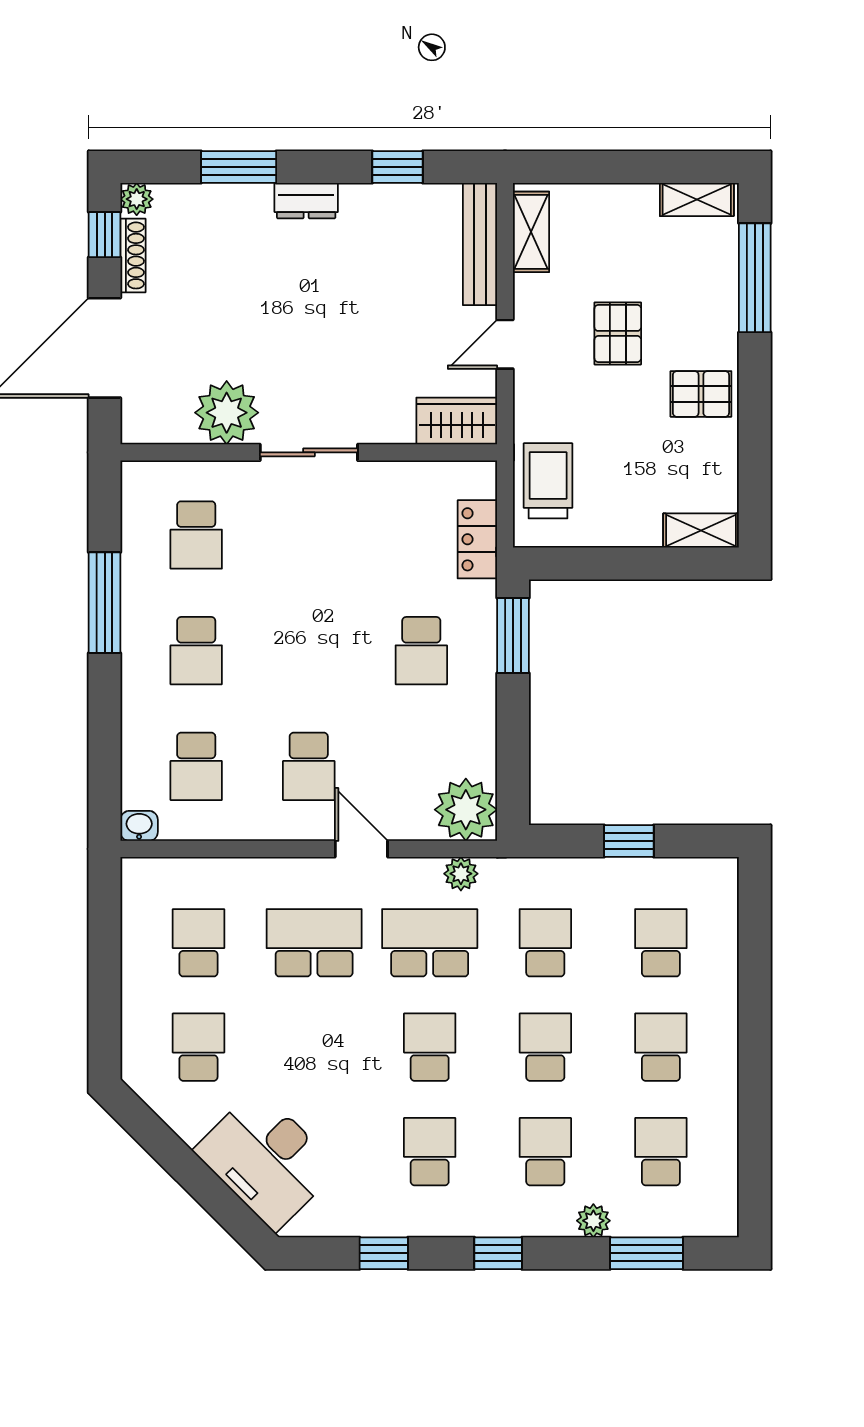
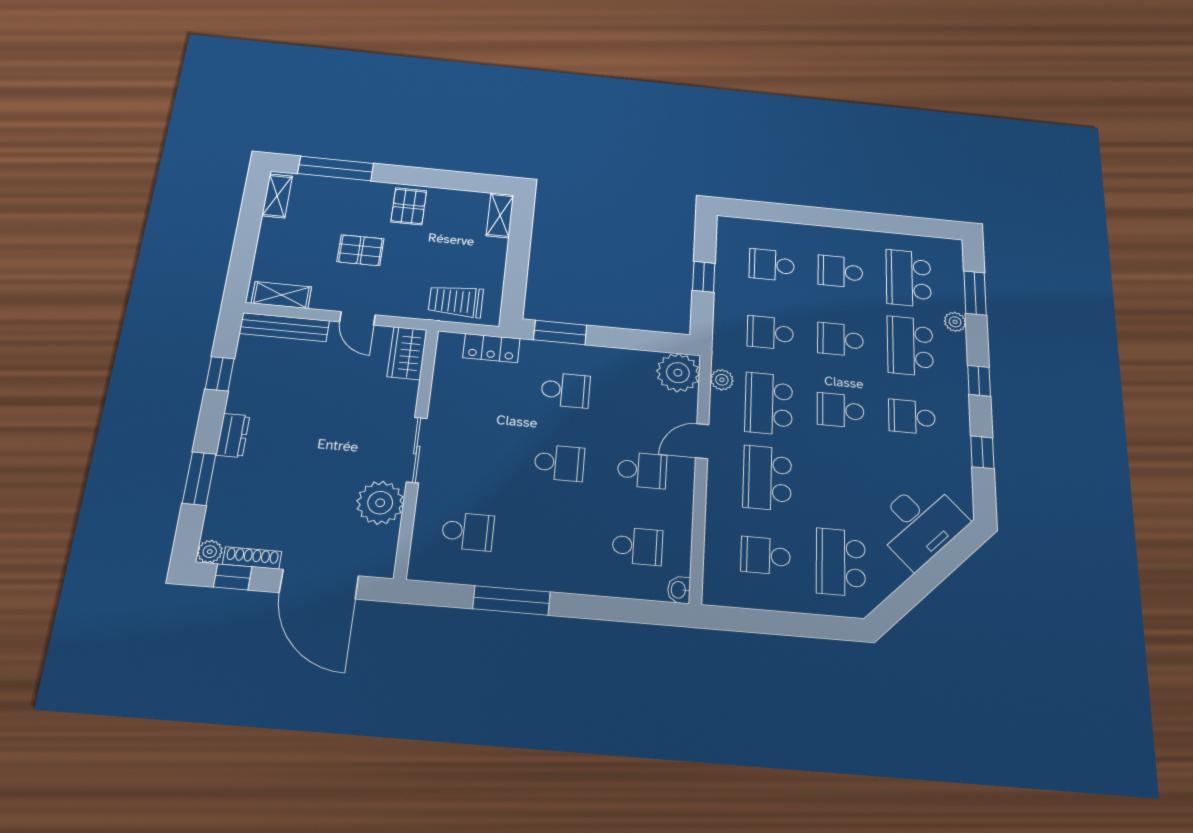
school desk: (196, 651) -> (559, 463), moved
school desk: (198, 1047) -> (841, 562), width x1.85
school desk: (545, 1152) -> (910, 346), width x1.85
school desk: (661, 1152) -> (909, 278), width x1.85

